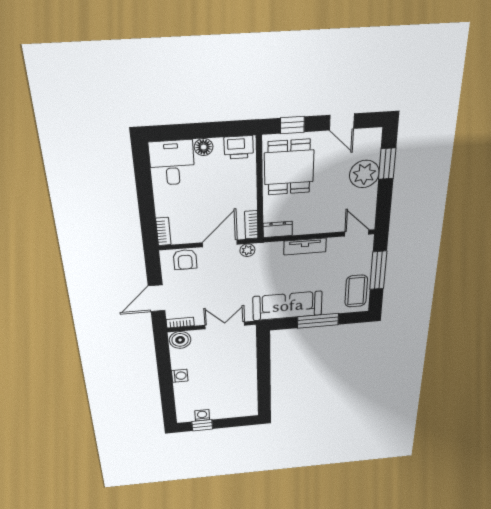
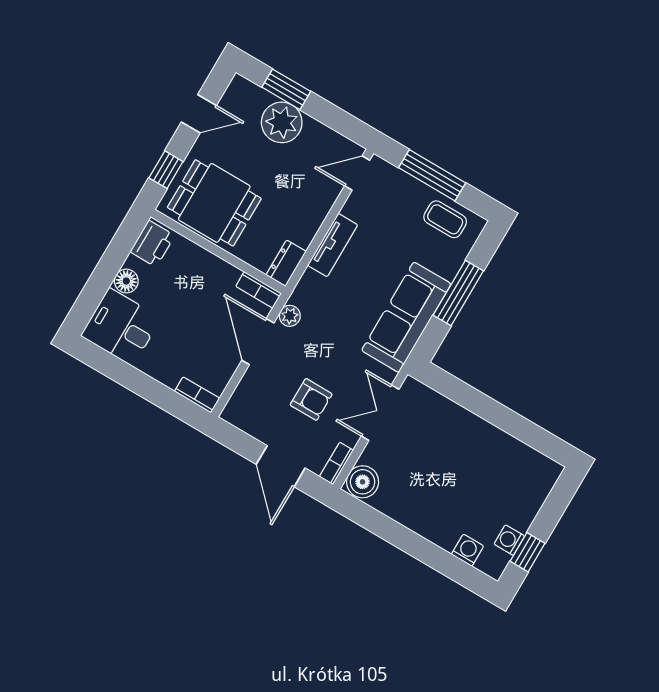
armchair: (185, 260) -> (311, 399), moved
coffee table: (356, 291) -> (445, 219), width x0.73, depth x0.77
washing machine: (180, 376) -> (467, 550), moved

